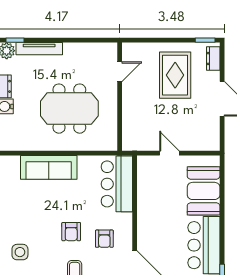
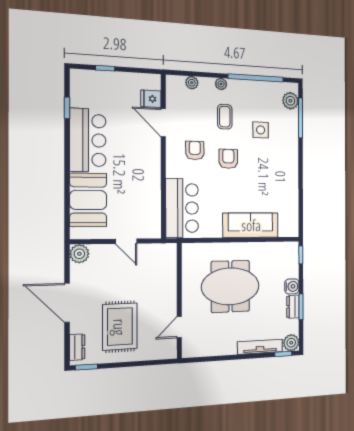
plant: (211, 142) -> (79, 254), added
side table: (20, 252) -> (261, 130), moved

